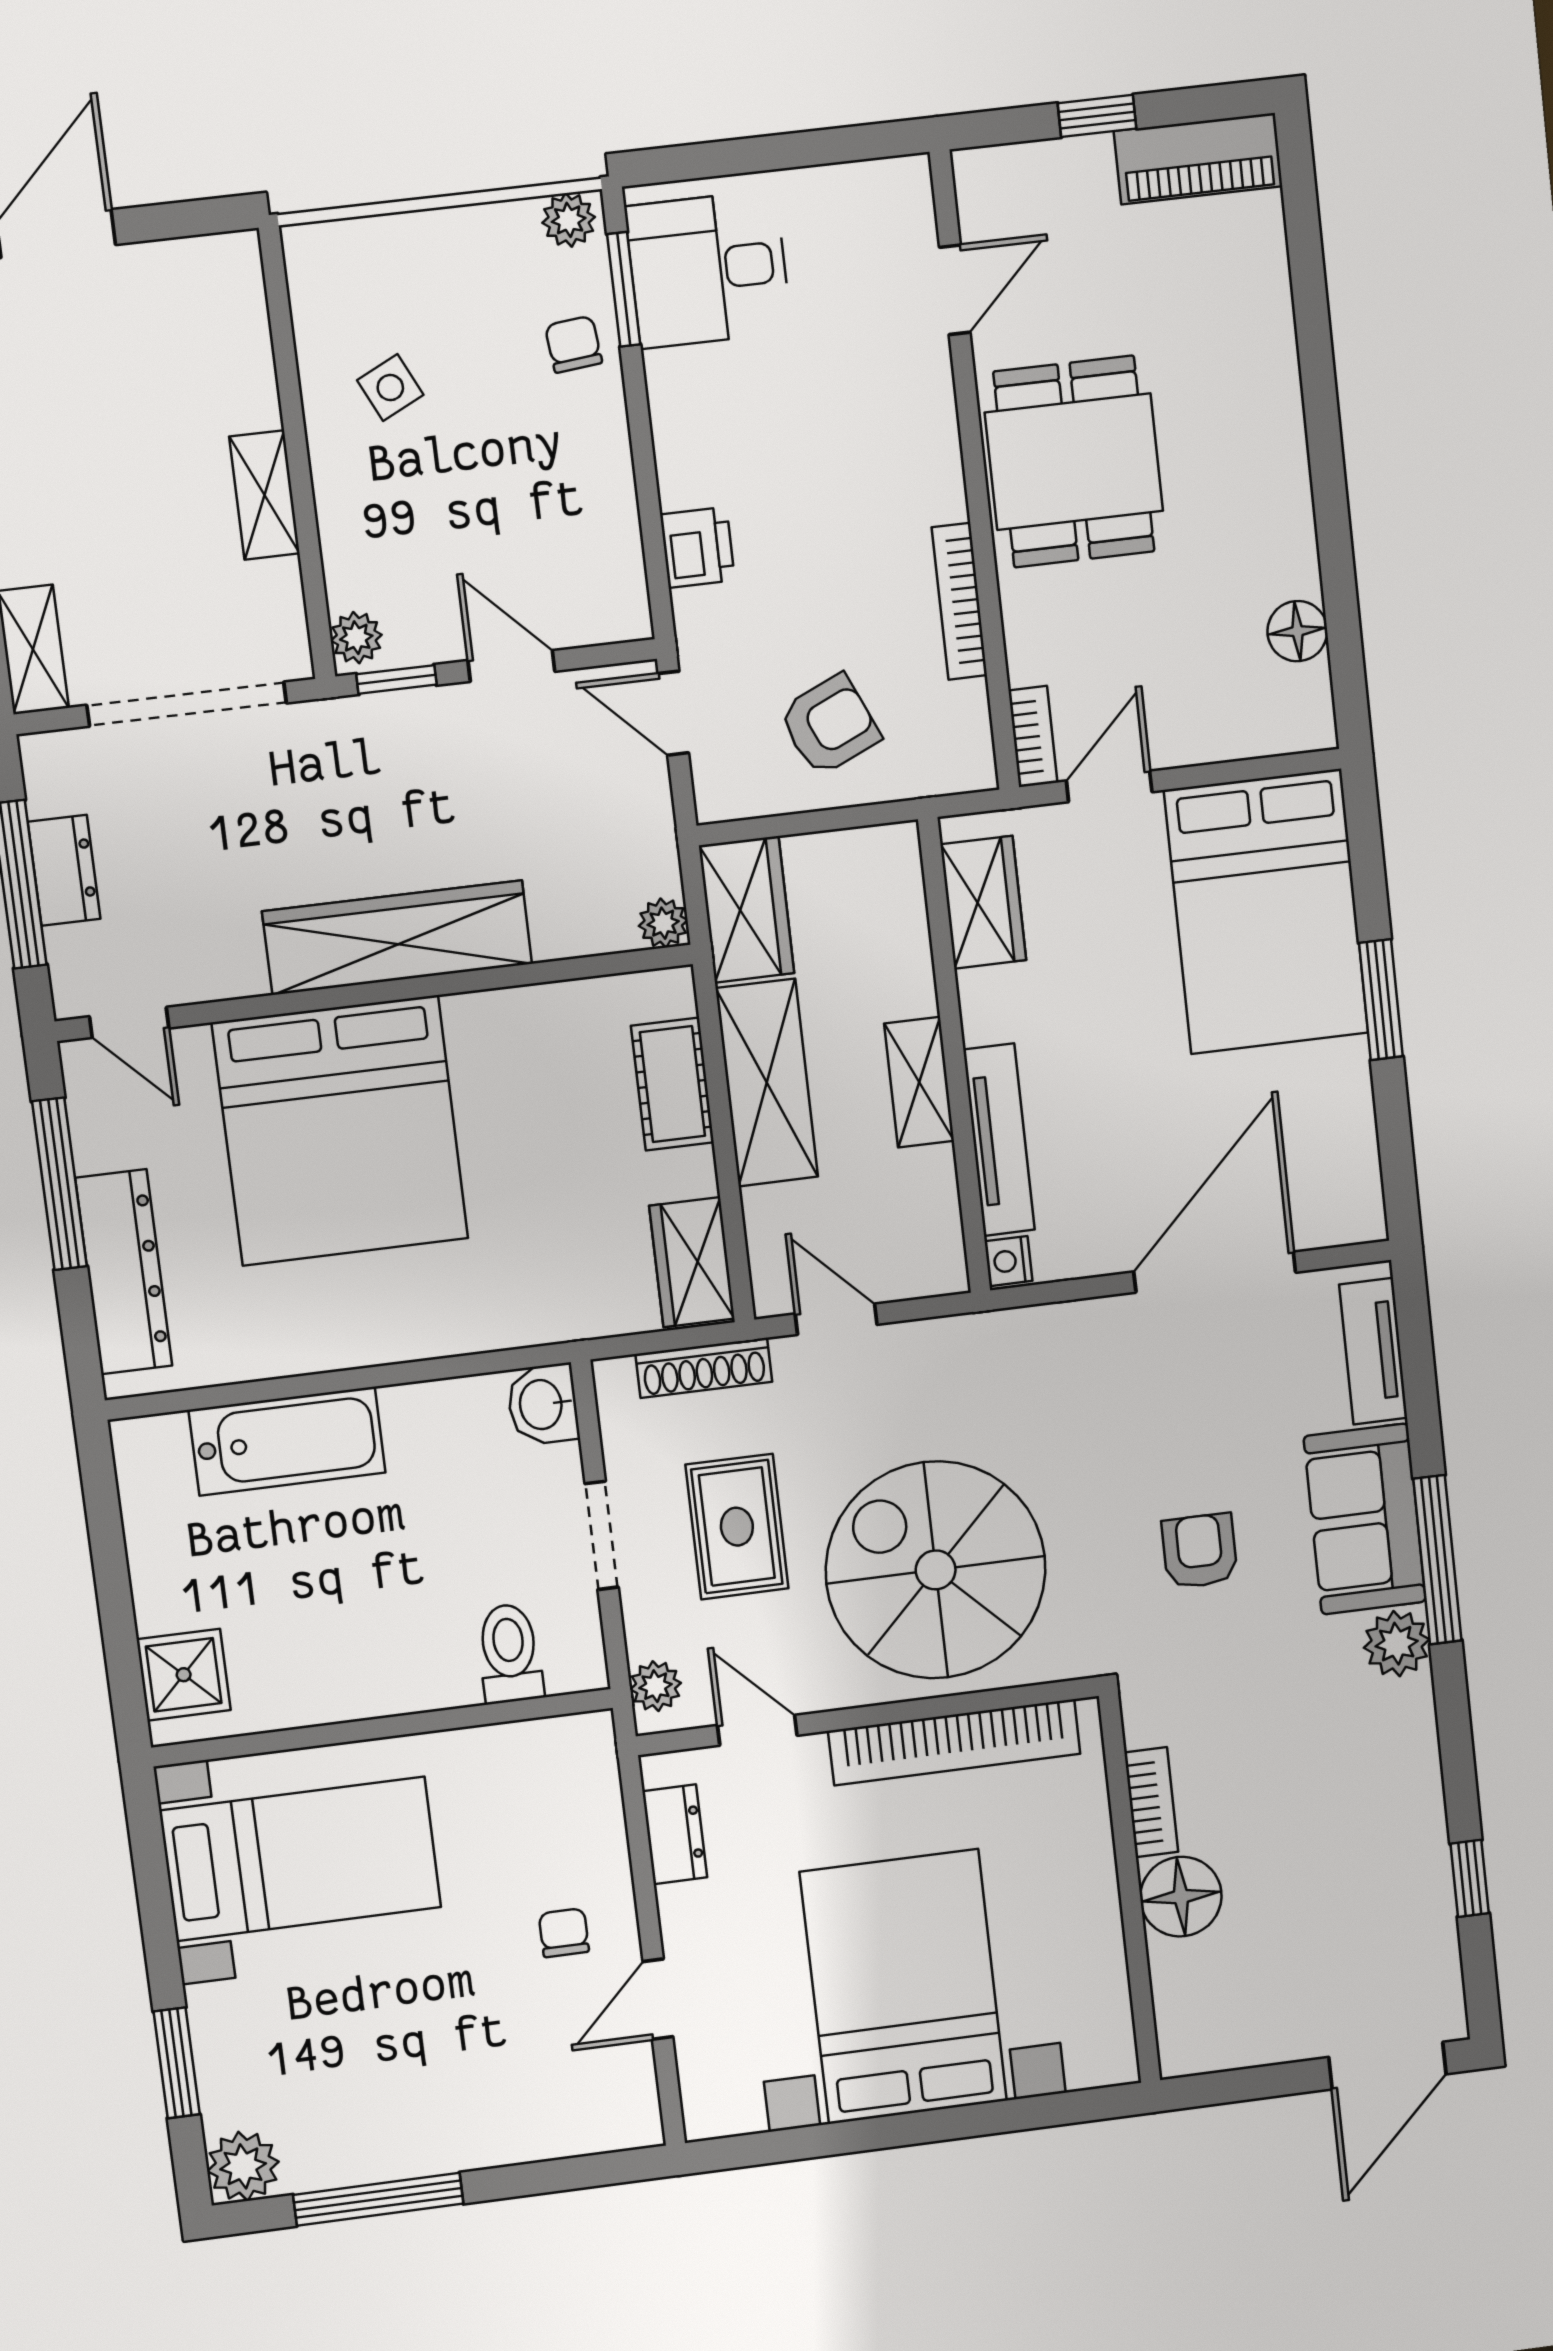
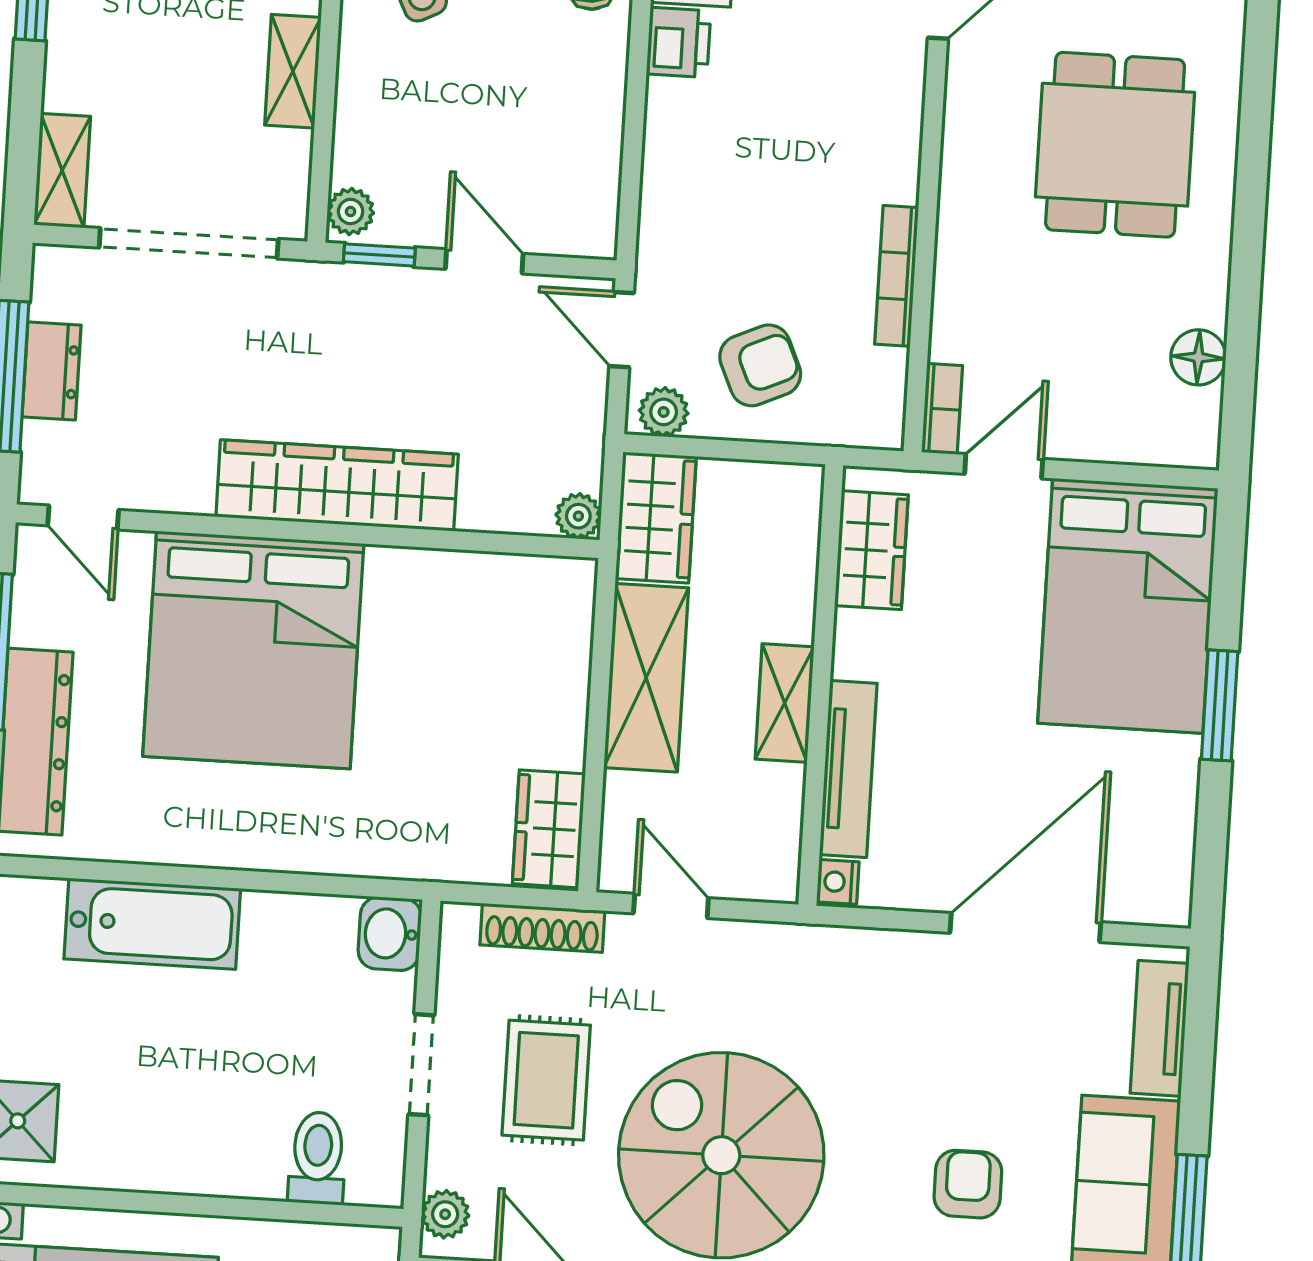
dining table: (1074, 462) -> (1115, 145), moved
printer: (697, 547) -> (678, 42), moved
plant: (735, 794) -> (664, 412), added
cot: (672, 1084) -> (561, 663), removed

